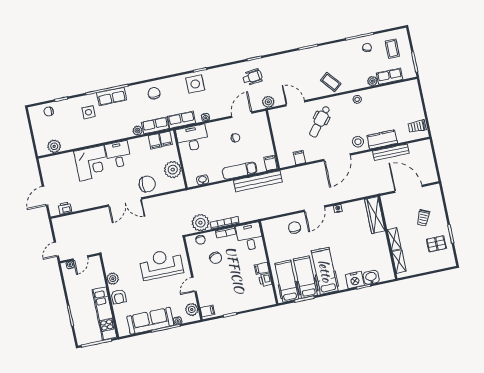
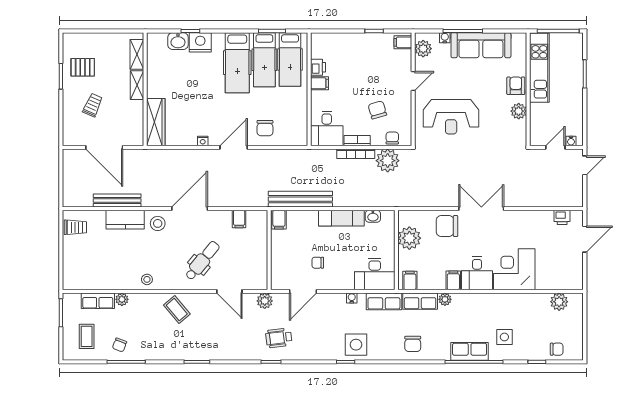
filing cabinet: (155, 141) -> (453, 280), moved
exam couch: (240, 171) -> (341, 218), moved

